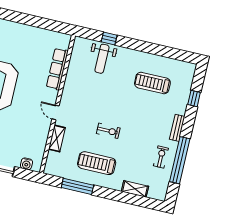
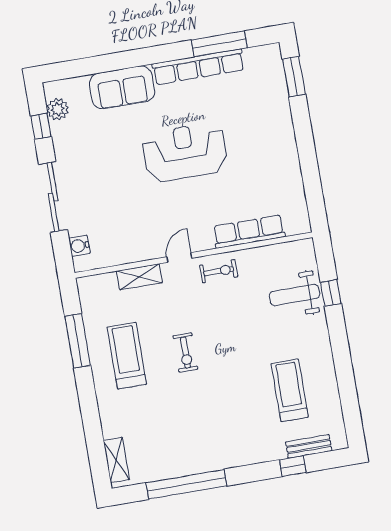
bench: (177, 128) -> (309, 446), moved
exercise bike: (161, 157) -> (219, 271), moved
shelving: (135, 189) -> (116, 460), moved

